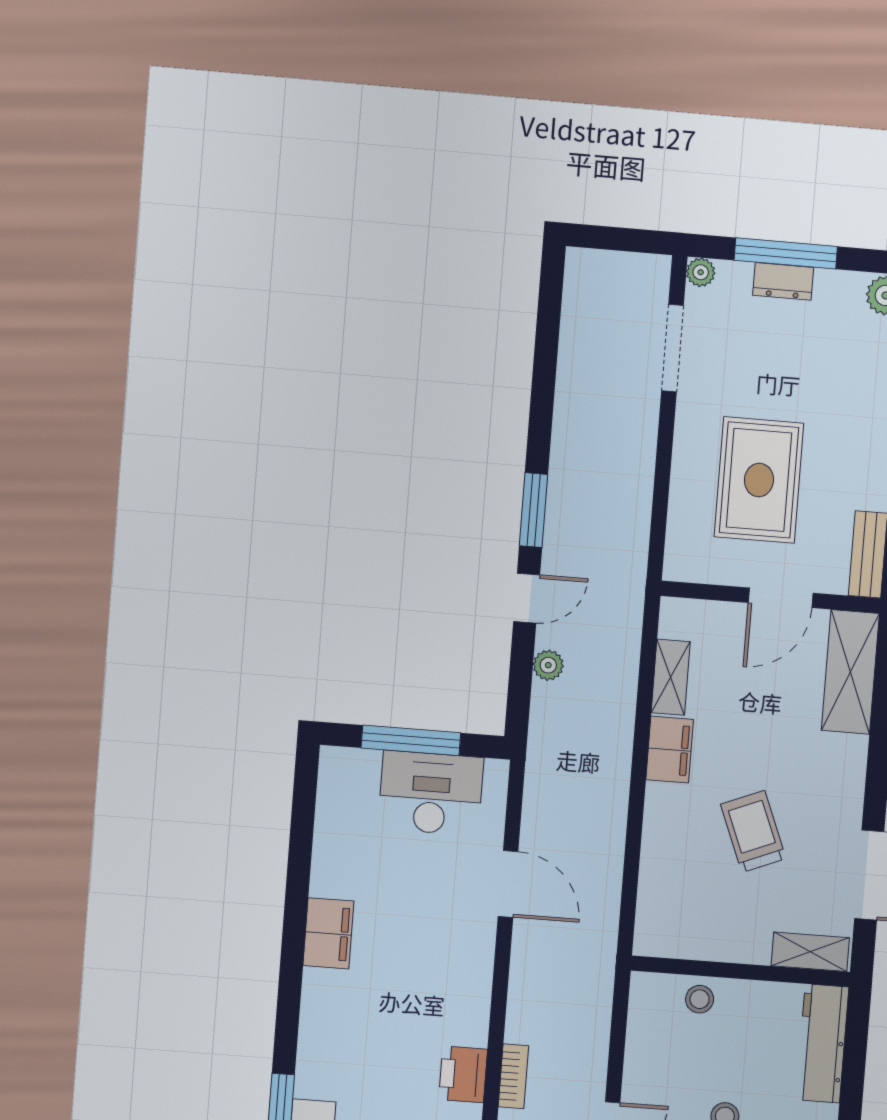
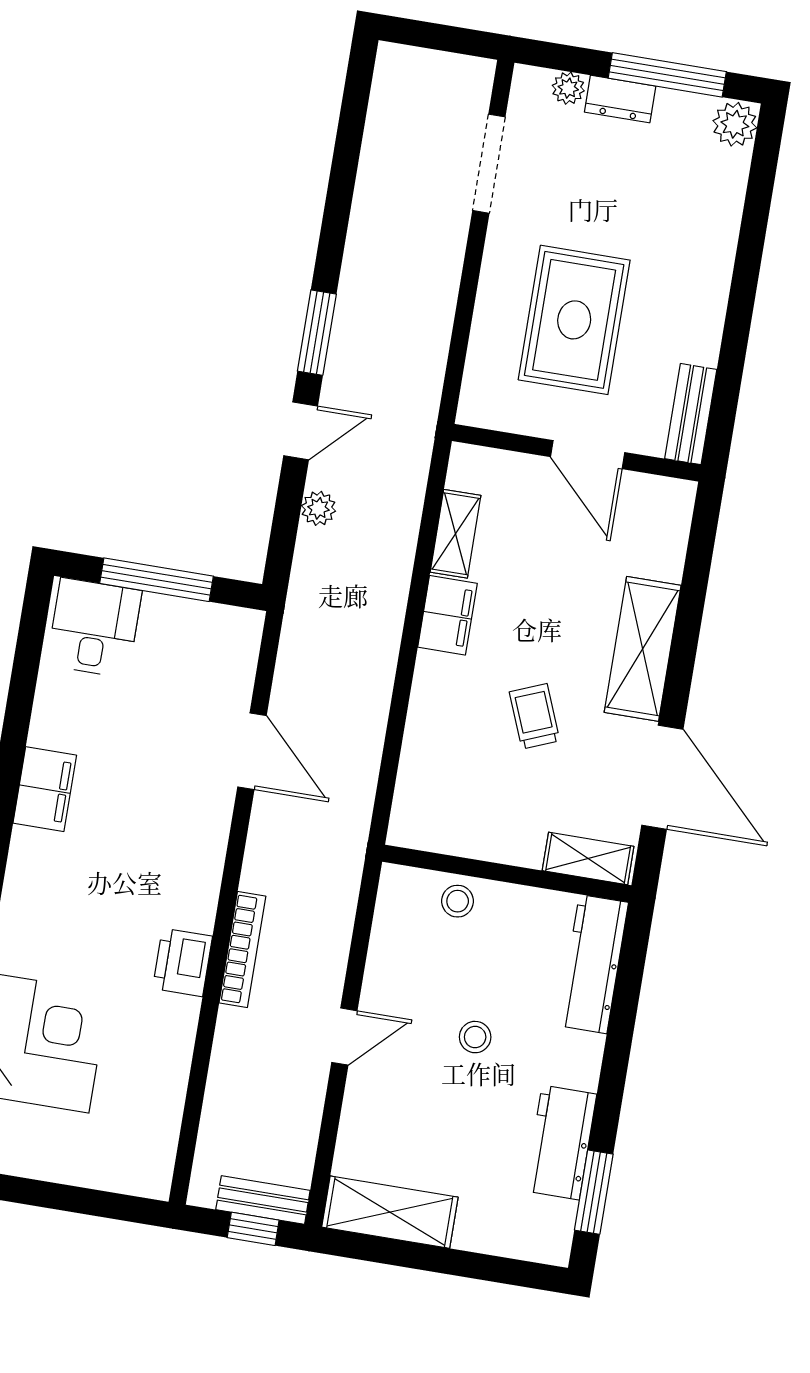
window: (786, 253) -> (667, 75), moved
plant: (701, 272) -> (568, 88), moved
door: (781, 598) -> (588, 455), hinge flipped
shelving: (850, 672) -> (643, 649), moved
desk: (431, 793) -> (94, 628), moved, width x0.73
trolley: (753, 832) -> (535, 716), width x0.73, depth x0.72
bookcase: (513, 1076) -> (242, 950), width x1.56

